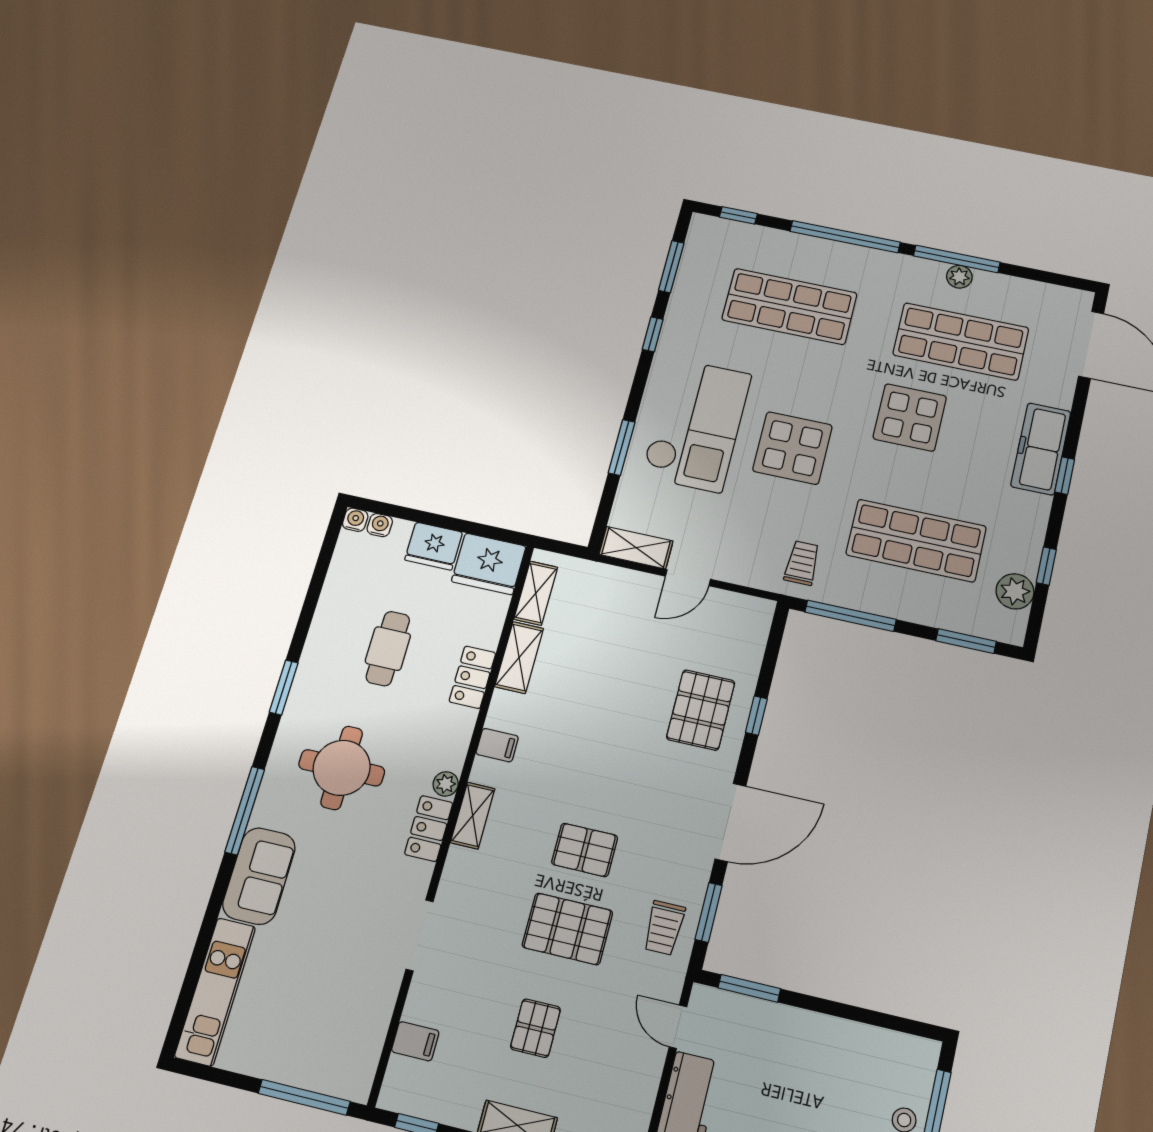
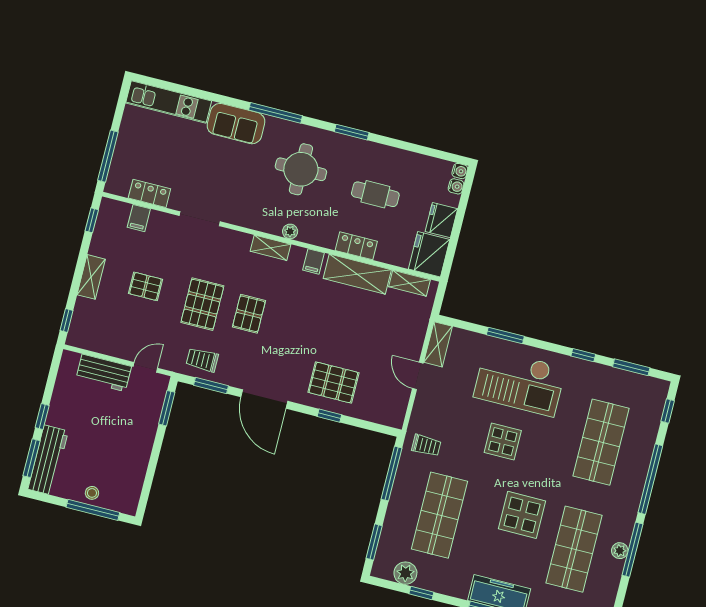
display table: (792, 448) -> (503, 442), width x0.73, depth x0.73
shelving: (519, 658) -> (357, 274), width x1.50, depth x1.33
locker: (429, 829) -> (149, 193), moved

